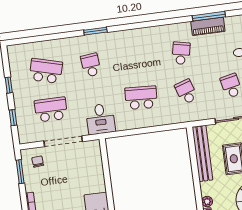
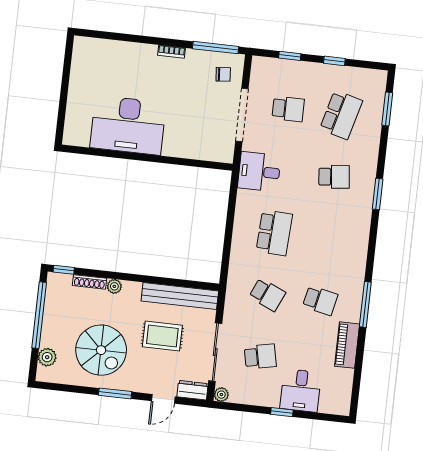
window: (209, 16) -> (365, 304), moved
window: (33, 39) -> (387, 109), added
school desk: (186, 92) -> (267, 295), turned 42
school desk: (51, 110) -> (288, 109), width x0.54
window: (20, 172) -> (216, 48), width x1.44

